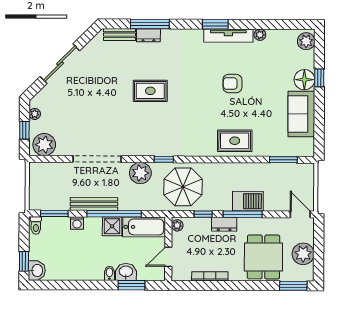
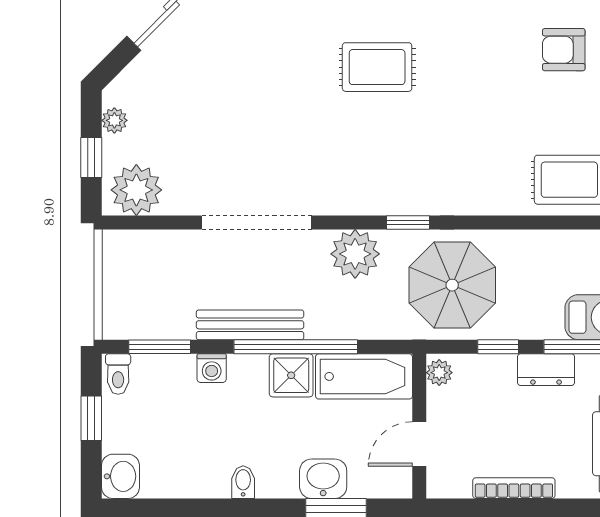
window: (24, 261) -> (91, 418), moved
bidet: (109, 273) -> (243, 482), moved

